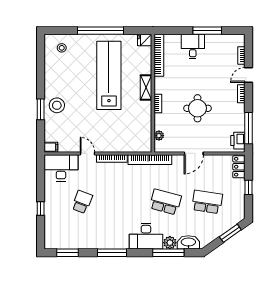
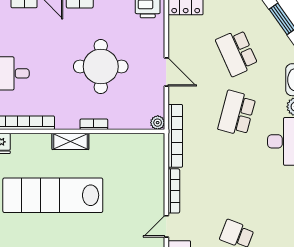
round table: (198, 108) -> (101, 67), width x1.36, depth x1.36
plant: (159, 136) -> (158, 123), moved
school desk: (207, 202) -> (237, 53), turned -33

